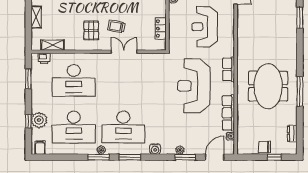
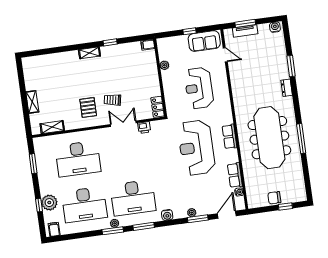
locker: (161, 28) -> (158, 107), moved
printer: (44, 58) -> (144, 128), moved
row of seats: (228, 69) -> (230, 137), moved
meeting table: (268, 86) -> (269, 138), width x1.36
row of seats: (228, 113) -> (235, 175), width x0.68
dresser: (292, 134) -> (287, 88), moved

